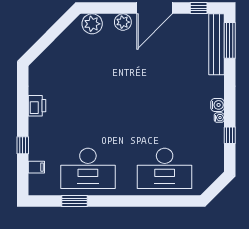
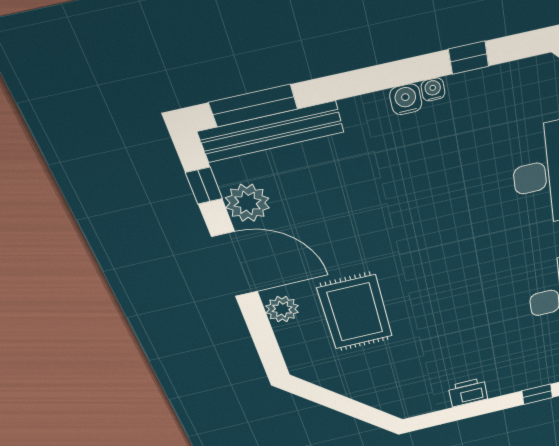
plant: (92, 24) -> (247, 203), moved
rug: (111, 57) -> (355, 312), added

